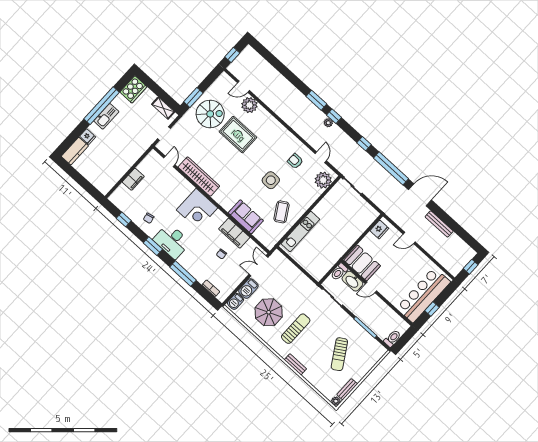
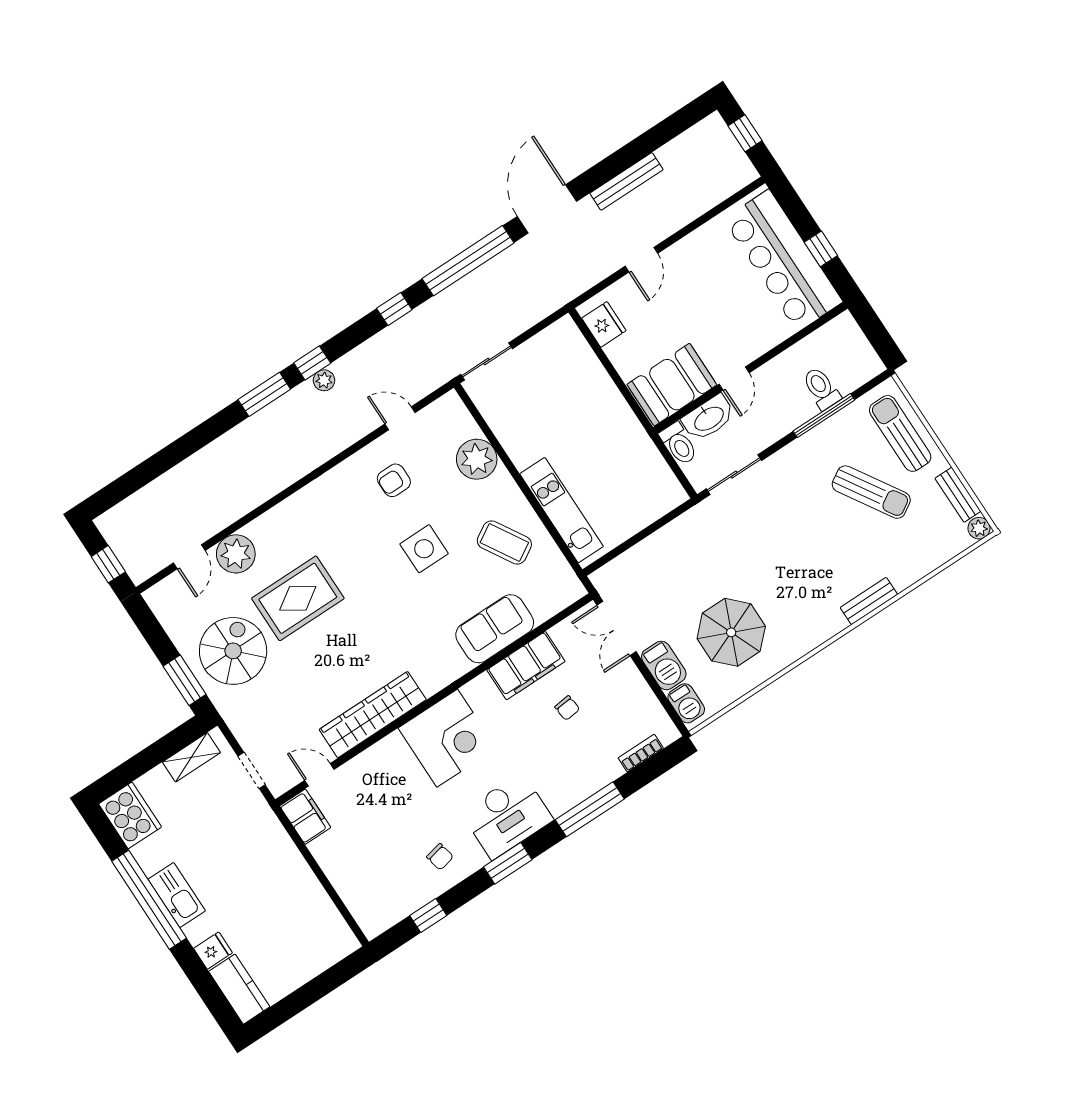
filing cabinet: (133, 179) -> (305, 817), moved
plant: (323, 180) -> (477, 459), moved
sun lounger: (296, 329) -> (900, 433), moved
toilet: (392, 338) -> (821, 388), moved

